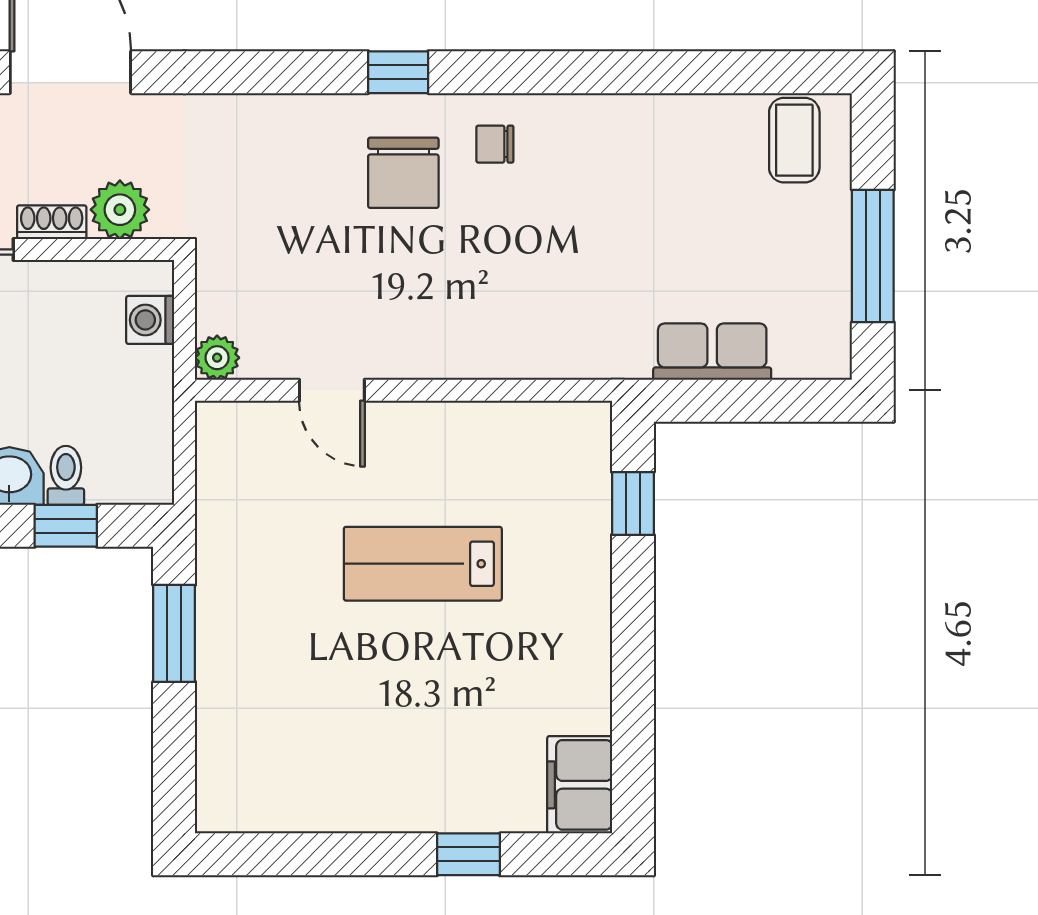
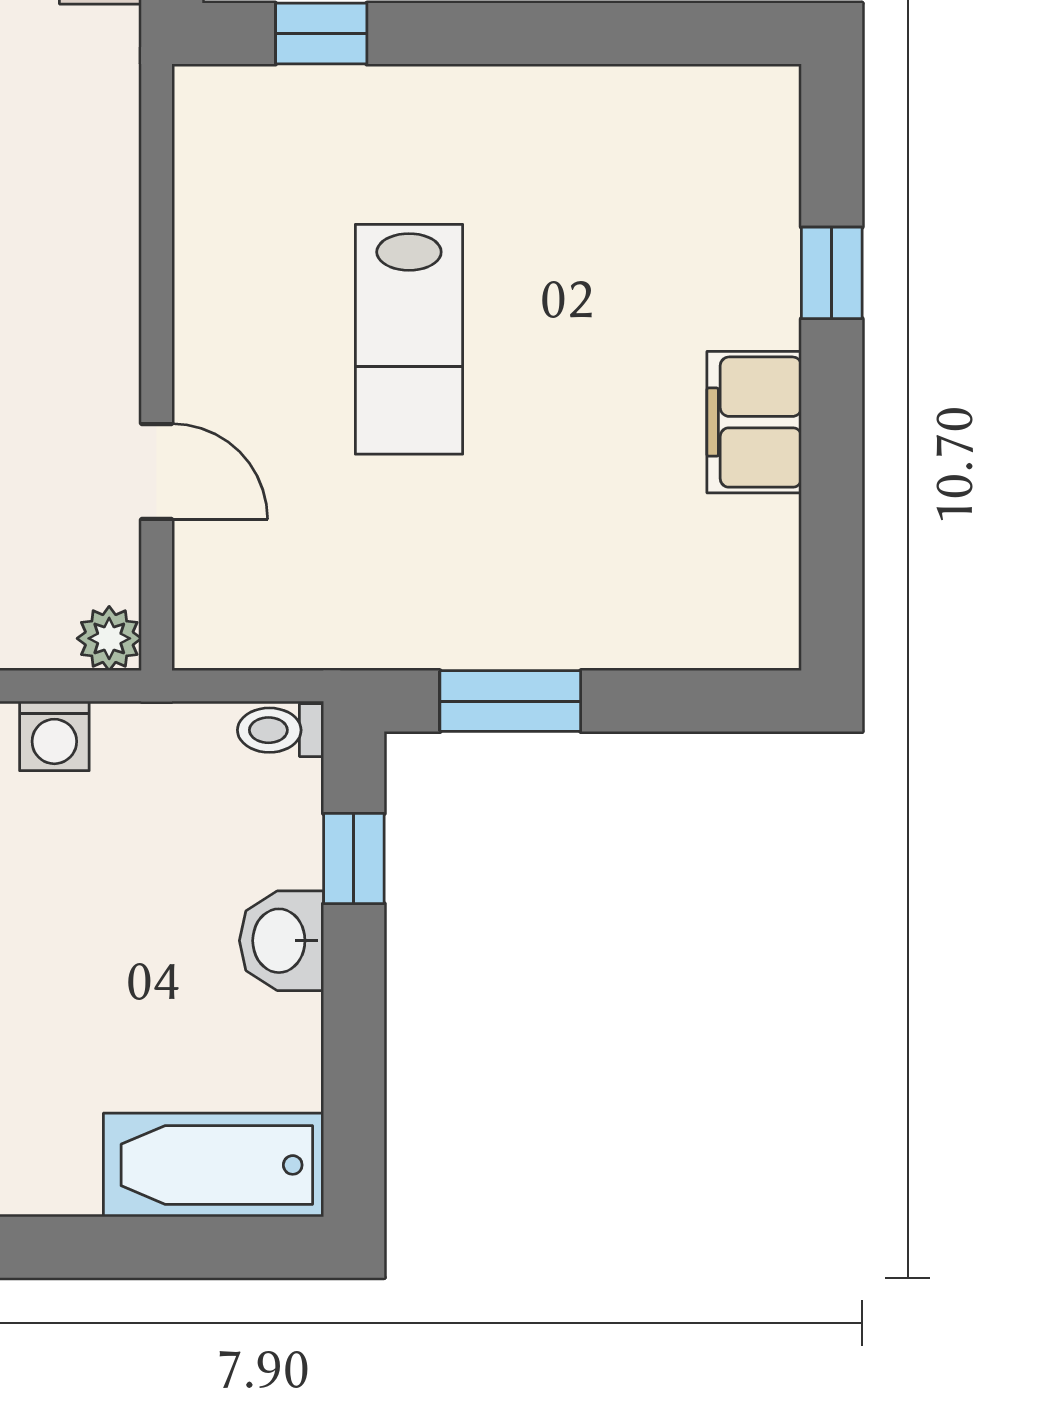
door: (332, 390) -> (157, 472), hinge flipped
toilet: (66, 475) -> (280, 730), moved
filing cabinet: (580, 785) -> (754, 422), moved, turned 90

